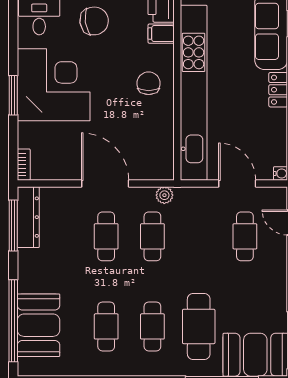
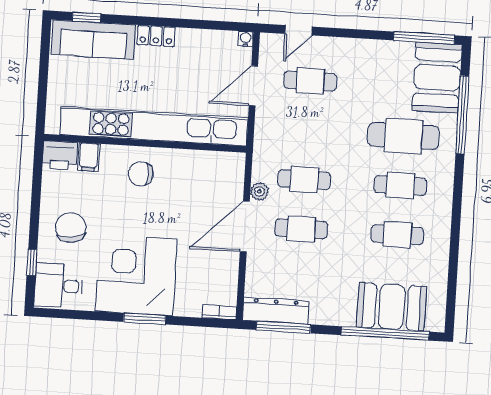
plant: (164, 195) -> (259, 191), moved

